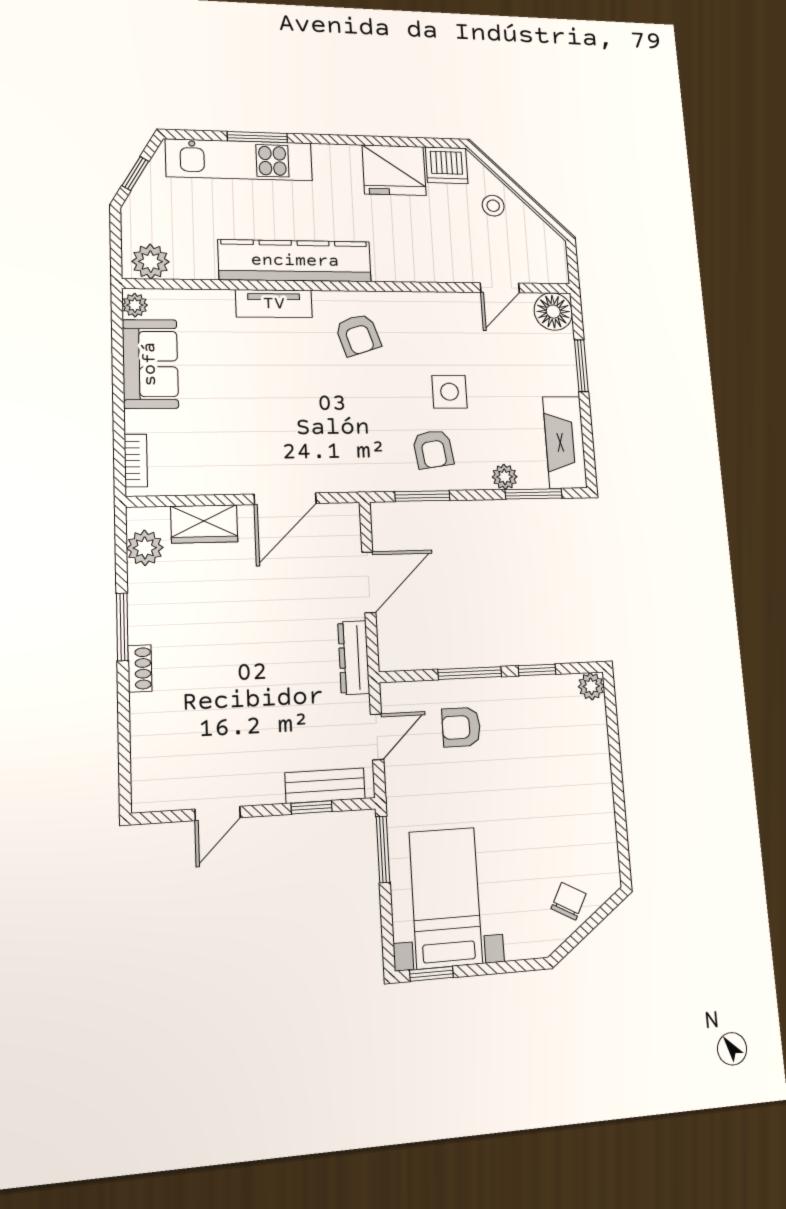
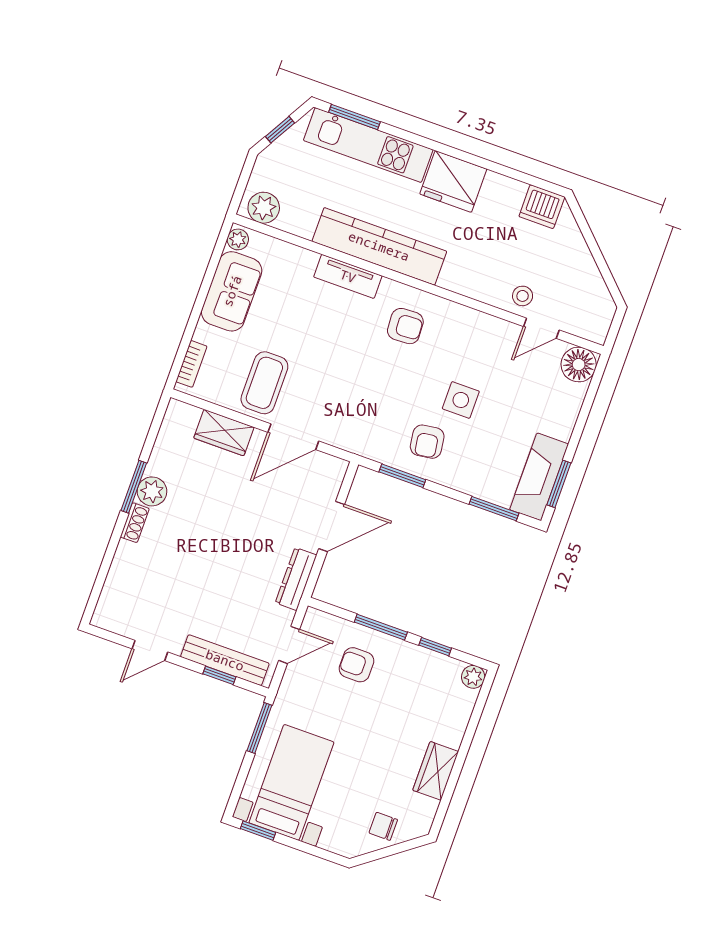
window: (257, 137) -> (355, 117), moved
fridge: (394, 170) -> (453, 181), moved
stool: (493, 206) -> (523, 296), moved
armchair: (358, 335) -> (405, 326), turned -75
window: (581, 366) -> (559, 484), moved
coffee table: (228, 451) -> (264, 383), added
plant: (505, 477) -> (476, 486), removed
plant: (145, 548) -> (152, 491), moved
bench: (325, 786) -> (225, 660), width x1.36
wardrobe: (597, 810) -> (436, 771), added
chair: (569, 901) -> (383, 826), turned -118

